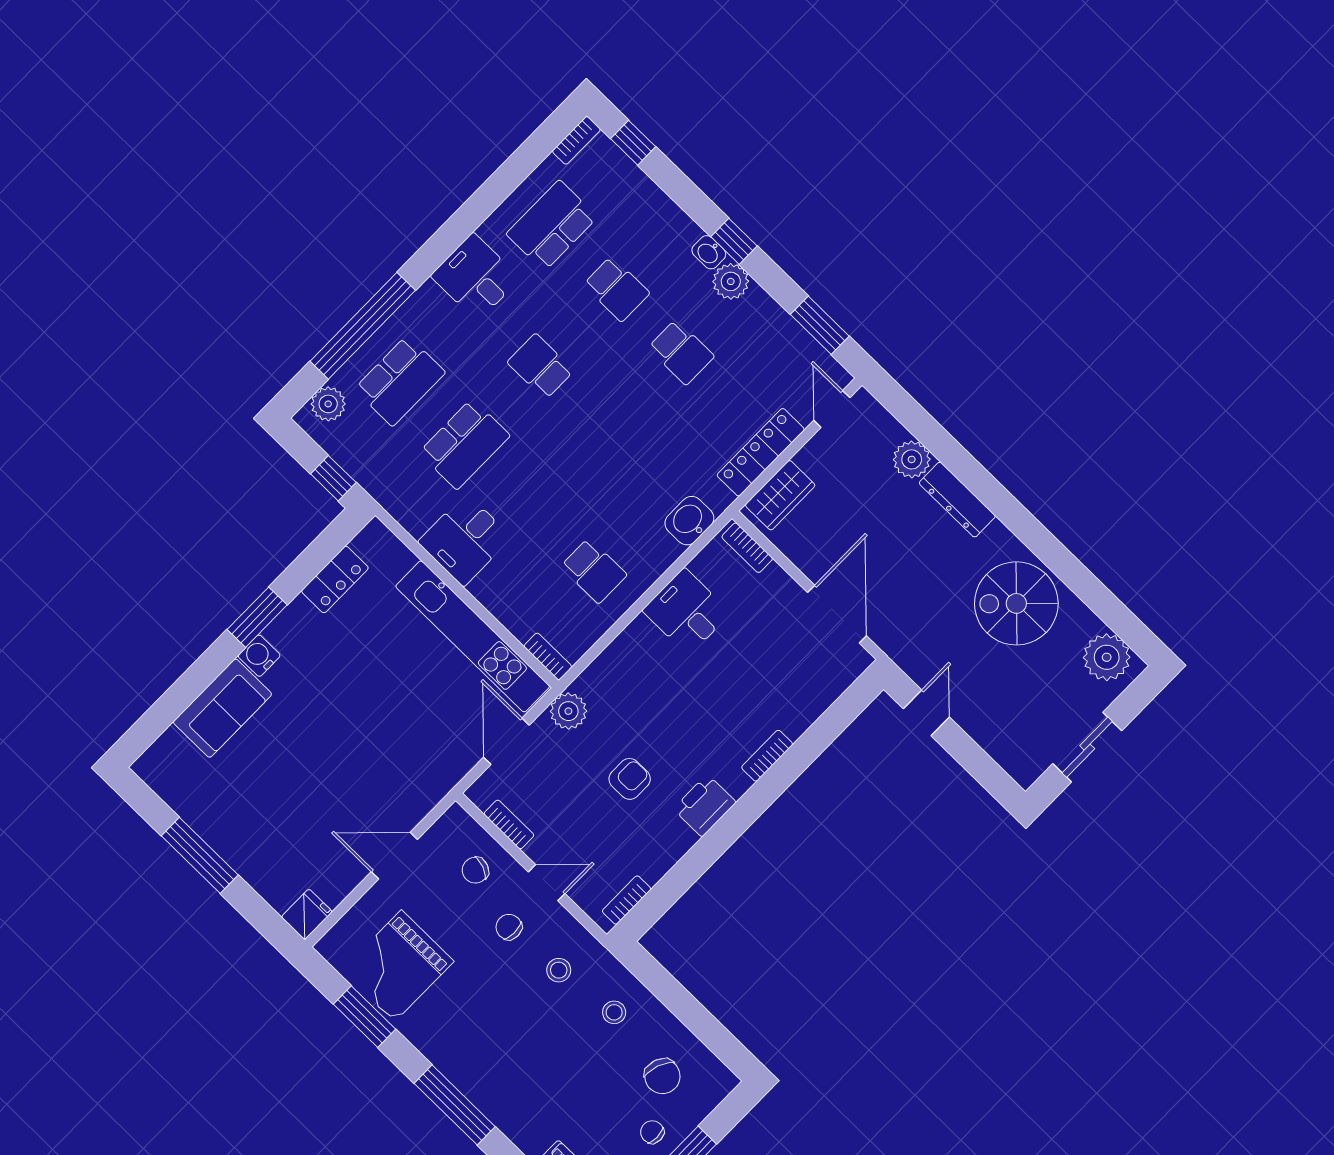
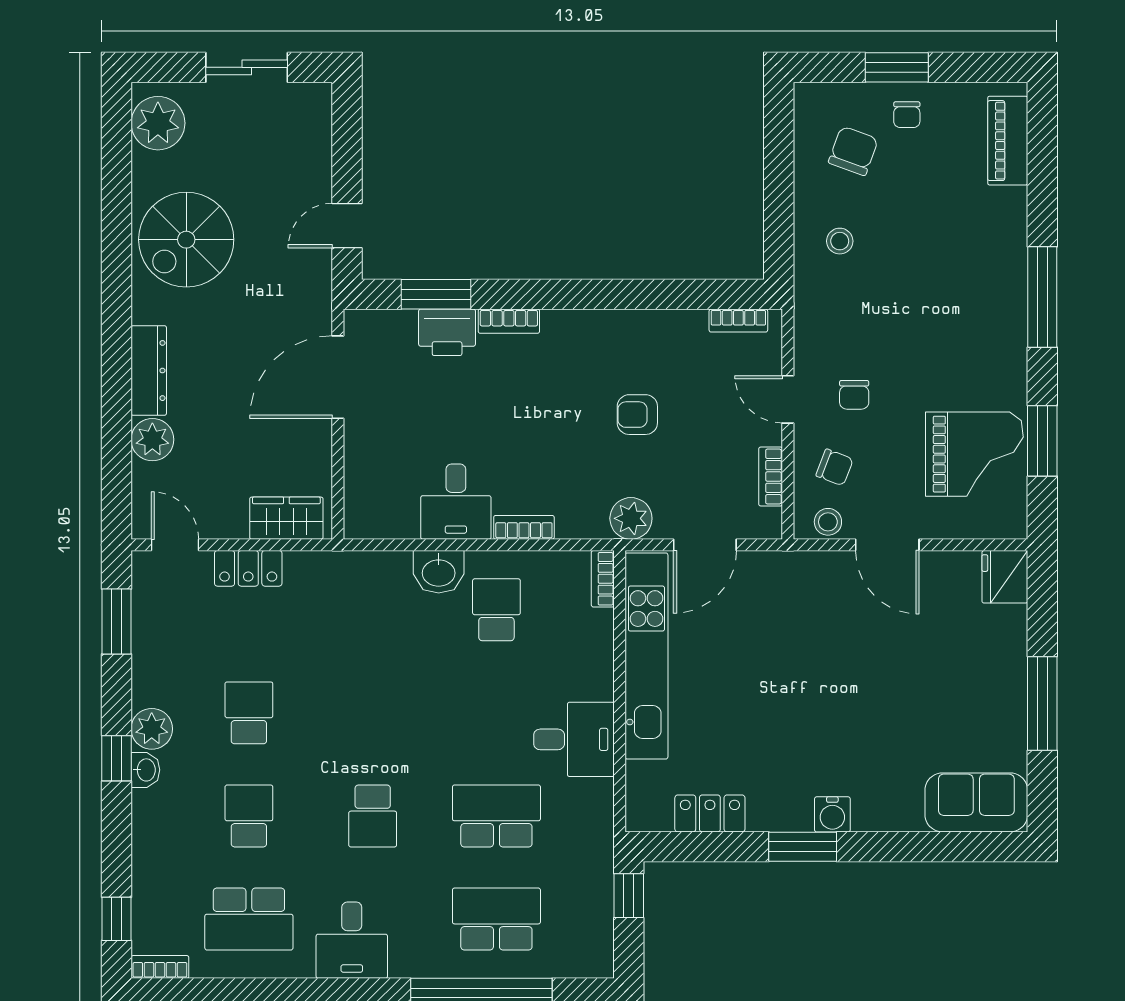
plant: (328, 404) -> (572, 959), removed
door: (832, 409) -> (175, 545), swing flipped
locker: (761, 452) -> (248, 568), width x0.66
washbasin: (689, 521) -> (439, 572), moved
bookcase: (747, 548) -> (524, 527), moved, turned -90
spiral stairs: (1016, 603) -> (186, 240), turned 90
sofa: (222, 708) -> (976, 802), moved
window: (829, 727) -> (436, 294), added
printer: (705, 806) -> (447, 332), moved
fridge: (307, 914) -> (1005, 577), width x1.38
stool: (559, 970) -> (828, 522), moved

